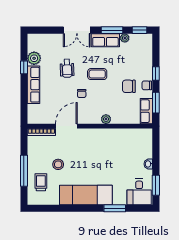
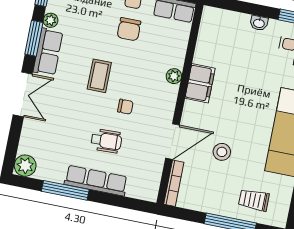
plant: (34, 58) -> (25, 166), moved
window: (24, 67) -> (65, 190), width x2.17
wheelchair: (67, 68) -> (106, 141), moved
door: (66, 126) -> (172, 142), swing flipped
filing cabinet: (105, 136) -> (200, 83), added
stool: (58, 164) -> (222, 152), moved

